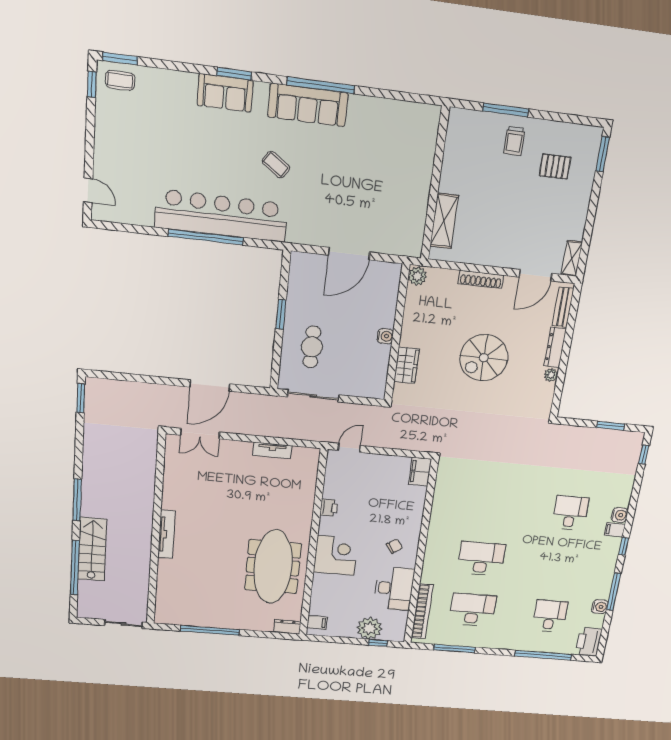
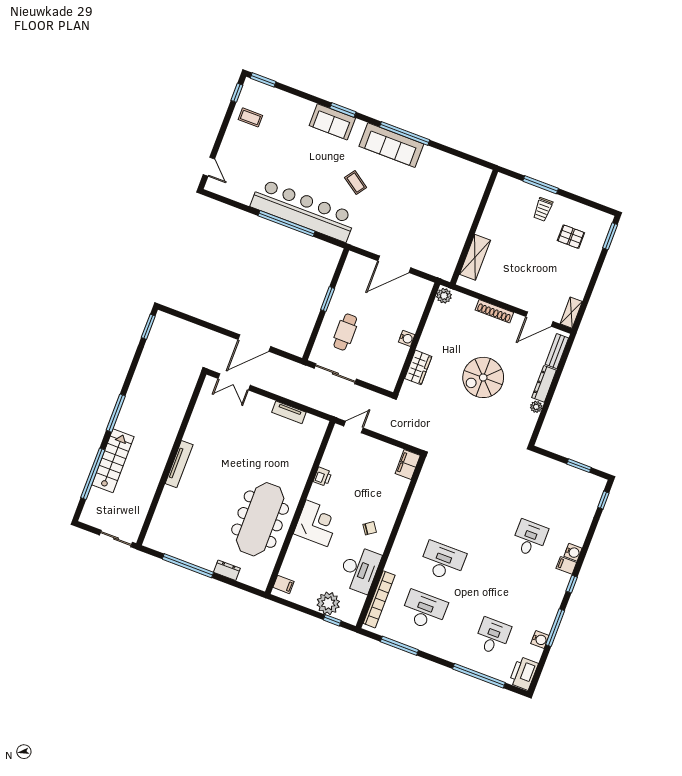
coffee table: (120, 80) -> (250, 117), moved
dresser: (287, 627) -> (227, 570), moved

